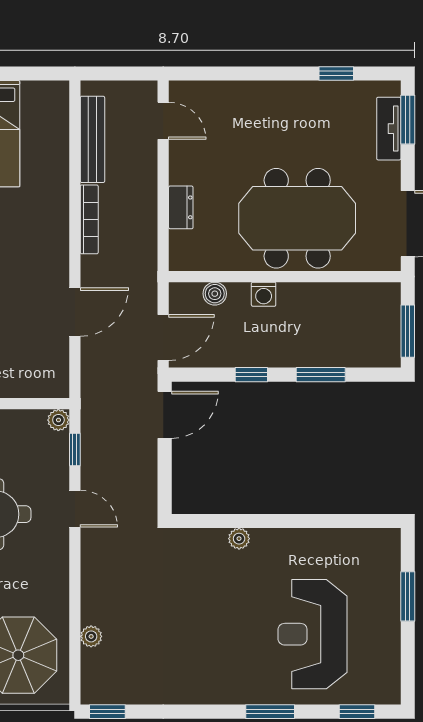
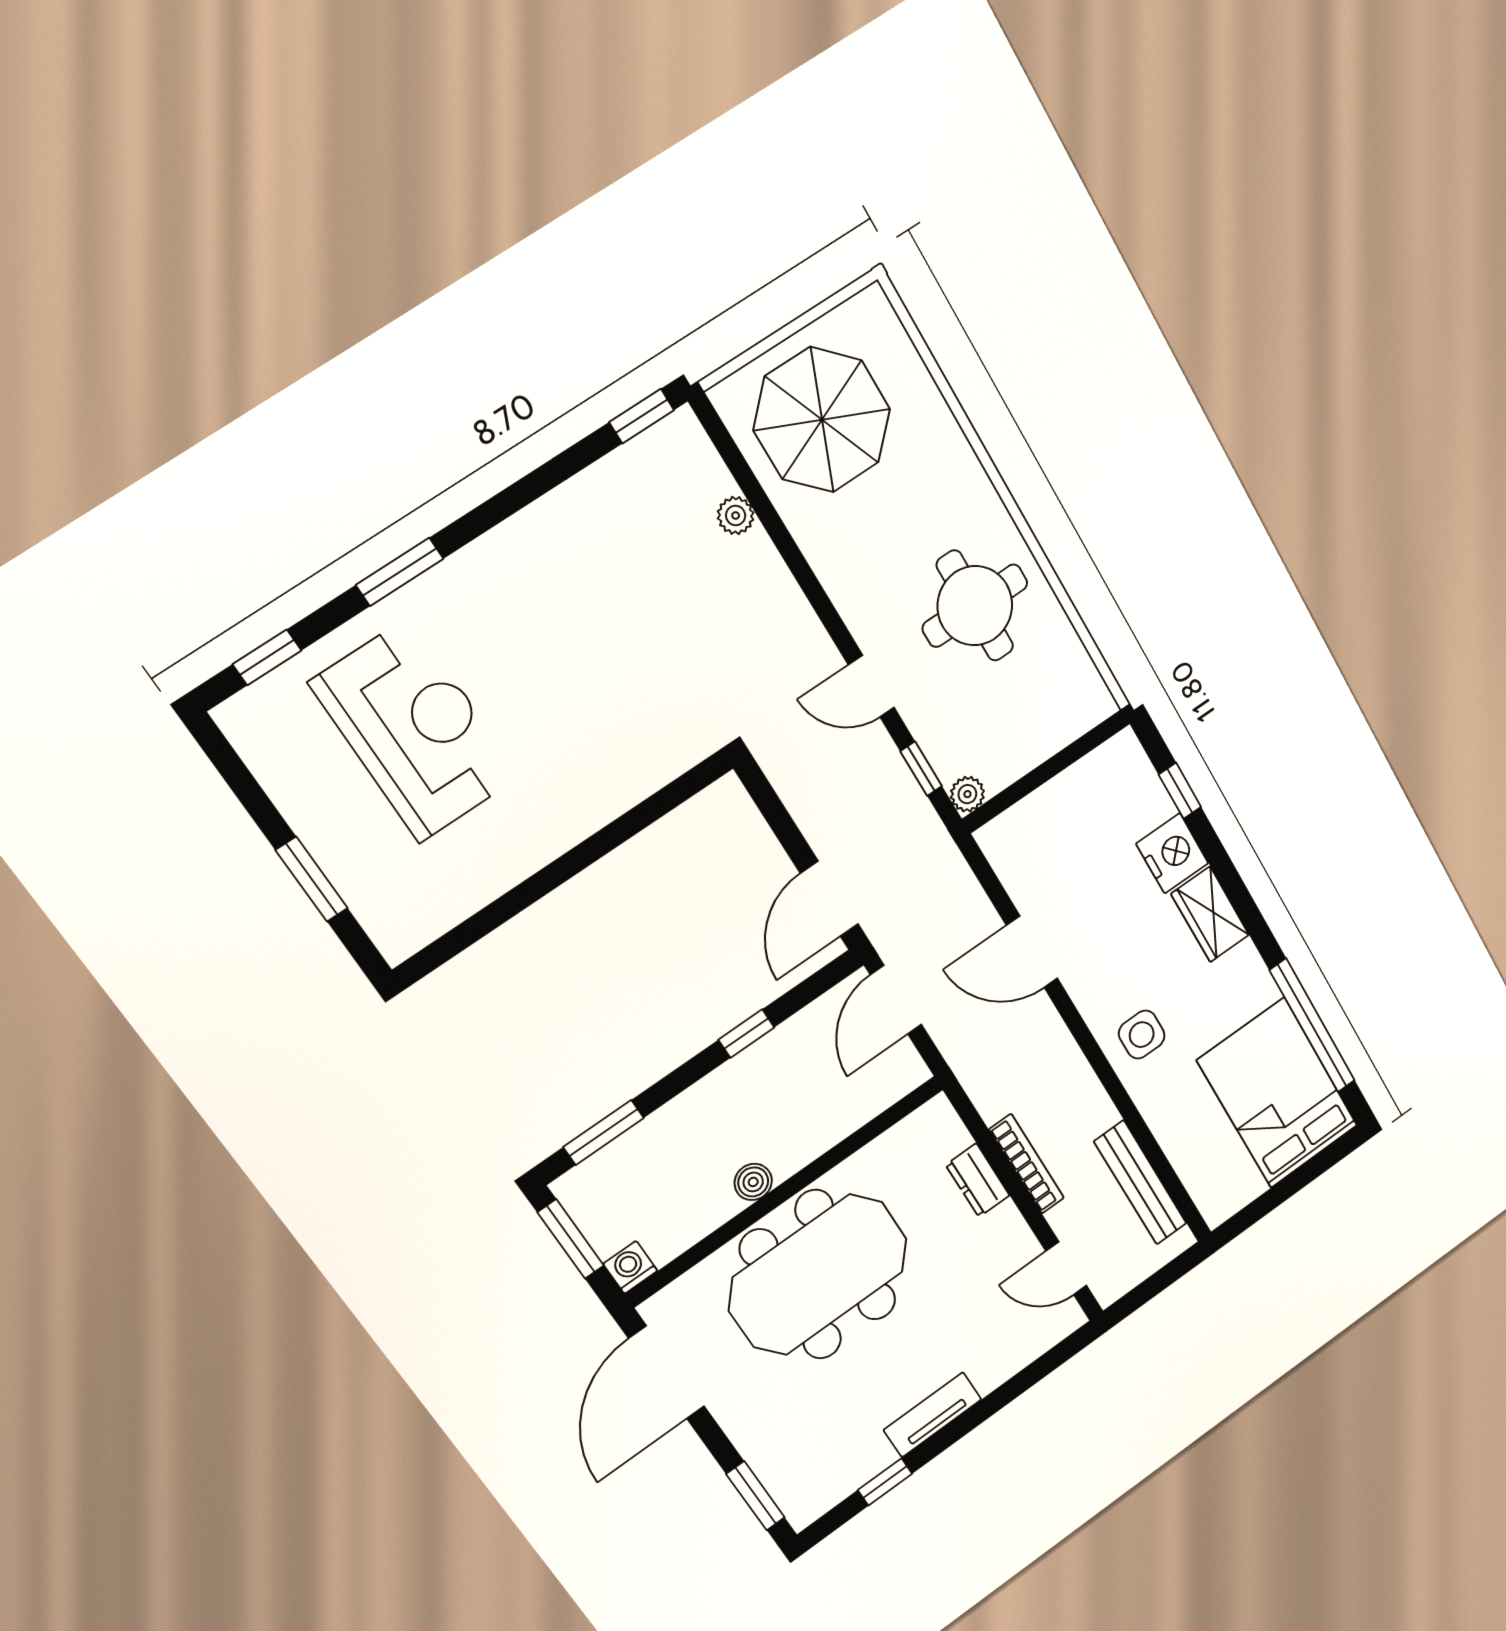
tv unit: (389, 129) -> (932, 1415), moved, turned -90
bookcase: (89, 219) -> (1027, 1164), moved, turned 180
side table: (42, 223) -> (1142, 1035), added
boiler: (215, 294) -> (753, 1182), moved
washing machine: (264, 294) -> (630, 1267), moved
door: (75, 312) -> (1032, 952), hinge flipped
window: (321, 375) -> (603, 1133), moved
plant: (239, 539) -> (615, 798), removed

